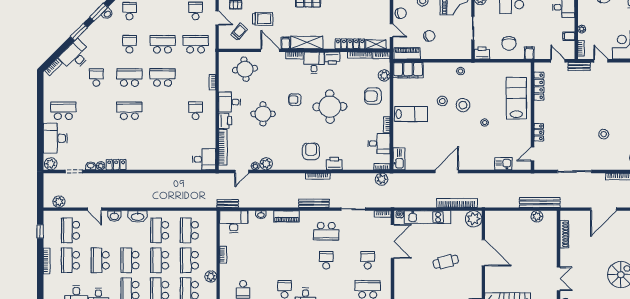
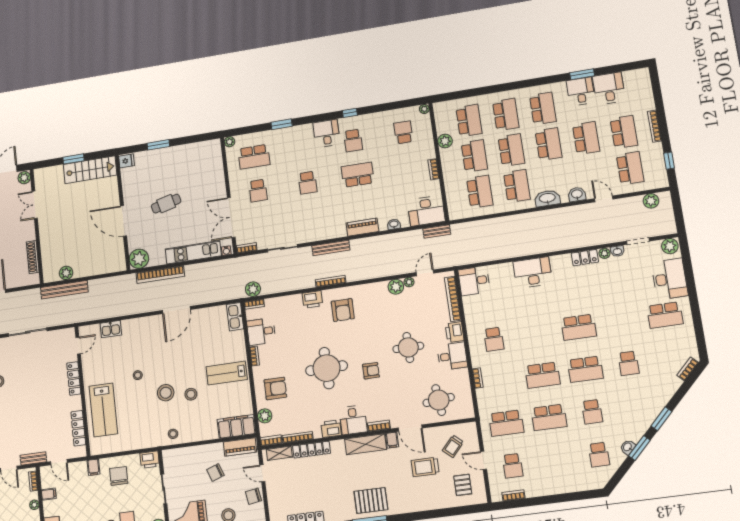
desk: (75, 55) -> (533, 273), moved, turned -135
locker: (539, 132) -> (74, 378), width x1.53
school desk: (326, 231) -> (358, 175), moved

